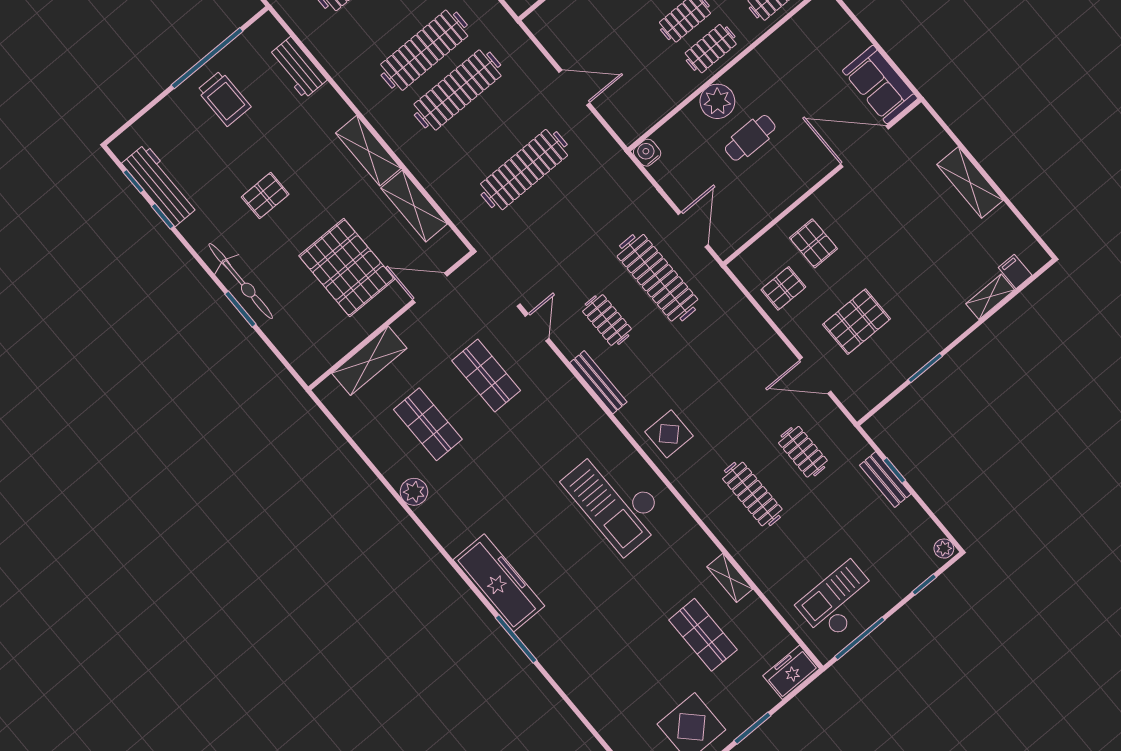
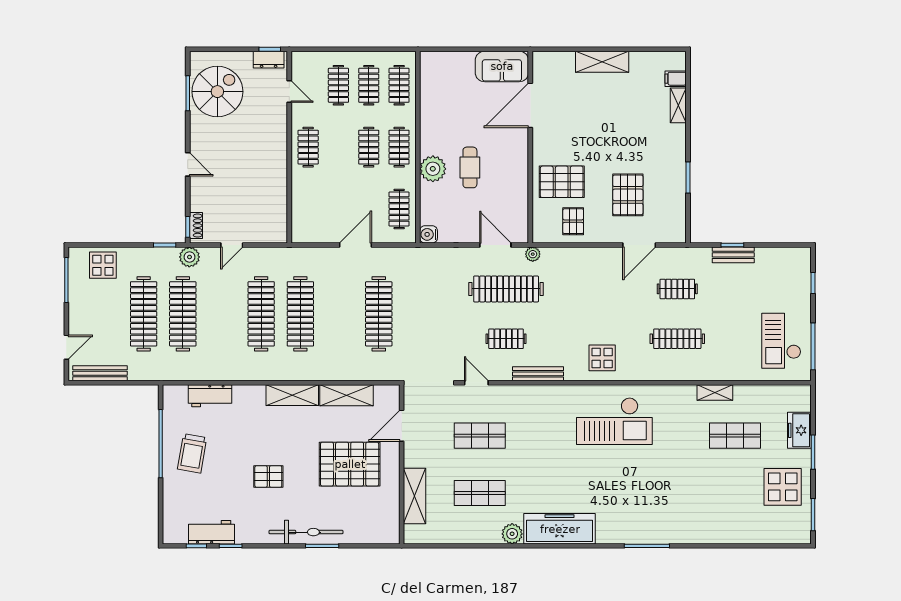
trolley: (224, 98) -> (192, 453), turned 100
clothes rail: (648, 101) -> (399, 209), added
workbench: (160, 185) -> (211, 532), width x0.73
pallet: (265, 196) -> (268, 476), turned 90
pallet: (814, 243) -> (562, 182), width x1.50, depth x1.42
plant: (944, 549) -> (533, 254), moved
freezer: (499, 583) -> (560, 529), moved
freezer: (791, 672) -> (799, 430), moved

